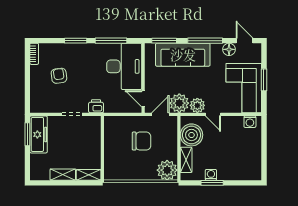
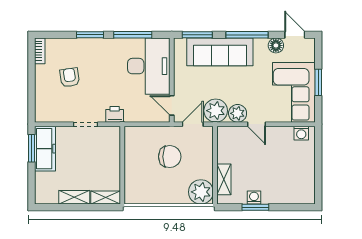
boiler: (191, 135) -> (230, 149), removed

